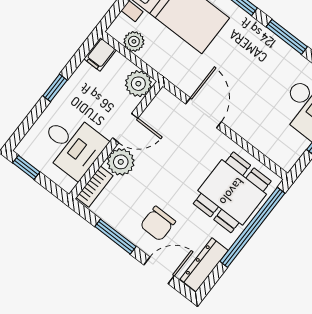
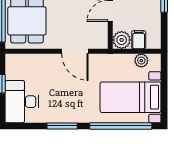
filing cabinet: (100, 54) -> (139, 40), moved

